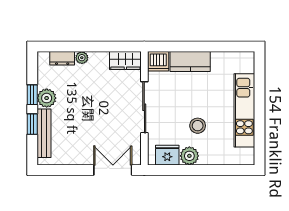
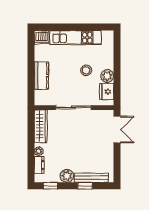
wardrobe: (125, 61) -> (41, 126), width x1.50
dishwasher: (158, 61) -> (42, 37), moved, turned 90
window: (32, 95) -> (50, 186), moved
double door: (113, 170) -> (117, 130), swing flipped

